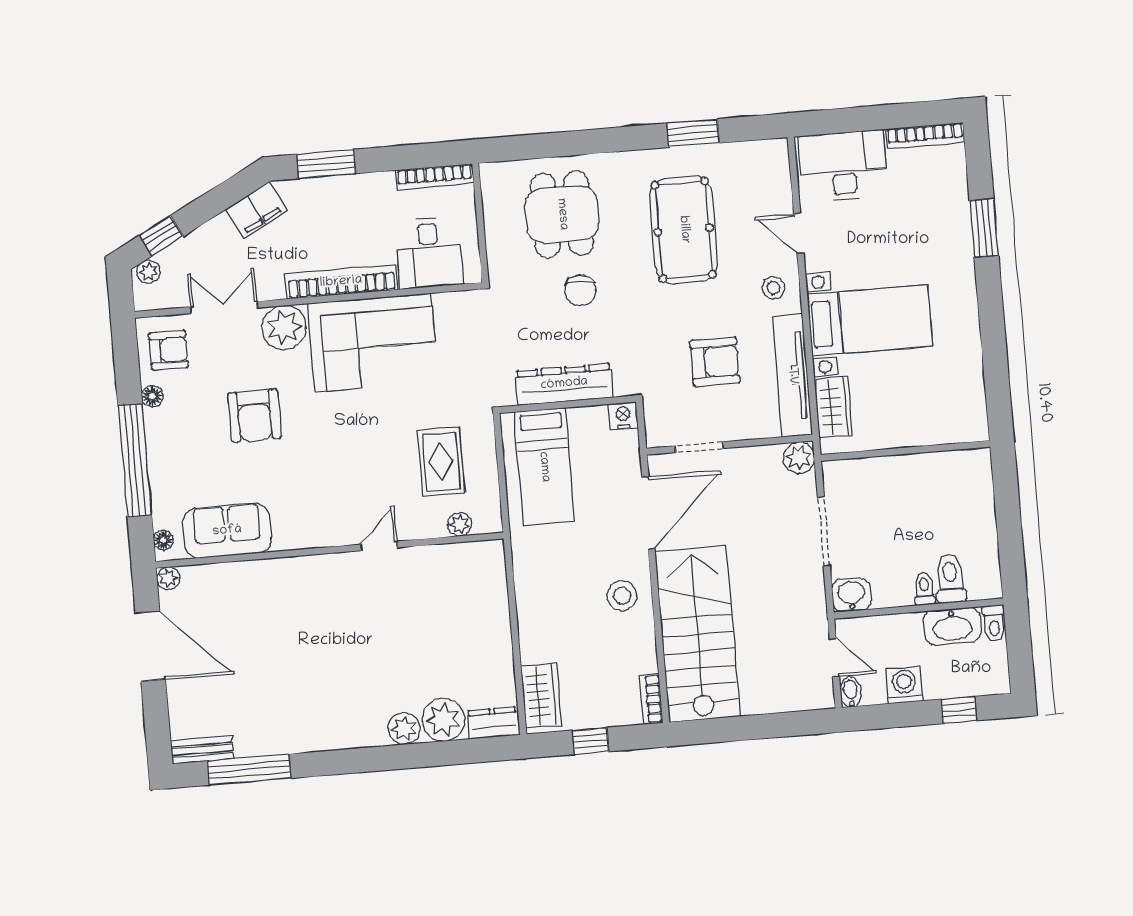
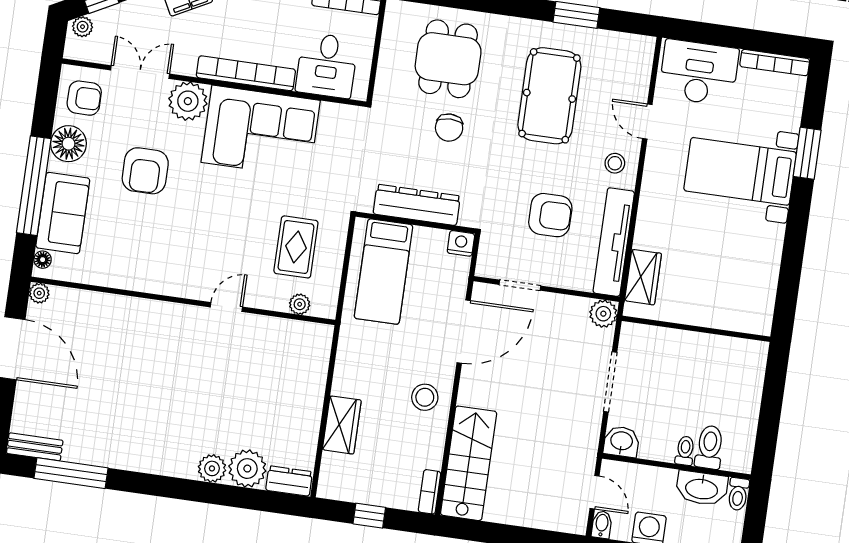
bed with nightstands: (870, 320) -> (740, 171), moved, turned 180
floor lamp: (152, 396) -> (68, 144), width x1.89, depth x1.89
sofa: (227, 531) -> (63, 213), moved, turned 90
stairs: (697, 634) -> (469, 463), width x0.73, depth x0.66
wardrobe: (541, 696) -> (342, 425), moved

